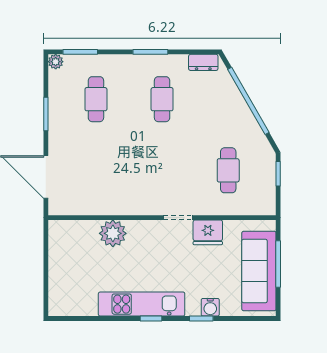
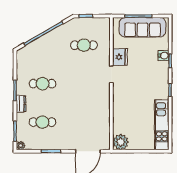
dresser: (203, 62) -> (21, 104), moved
plant: (113, 233) -> (121, 142), moved
kitchen unit: (142, 304) -> (162, 125), moved

